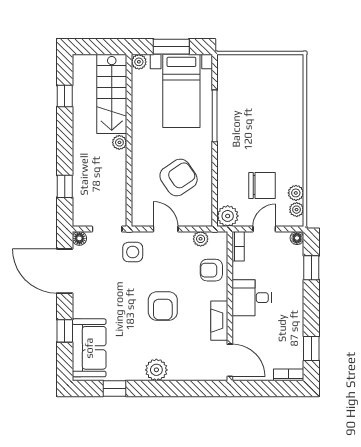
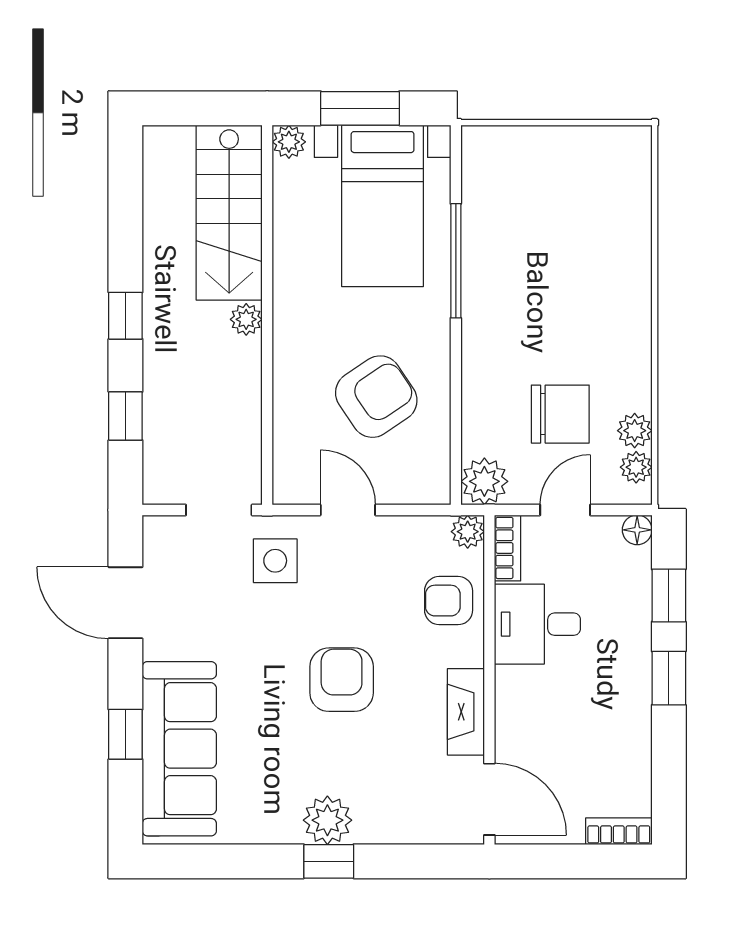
window: (65, 96) -> (125, 316), moved
floor lamp: (79, 238) -> (158, 531), removed
plant: (201, 239) -> (468, 532), moved
door: (65, 271) -> (125, 603), width x0.73
desk: (252, 298) -> (537, 624), moved
armchair: (163, 306) -> (342, 680), turned 180
sofa: (89, 348) -> (179, 749), width x1.36
window: (311, 348) -> (669, 678), moved
window: (114, 388) -> (329, 861), moved

